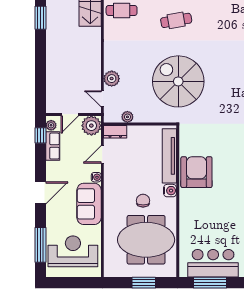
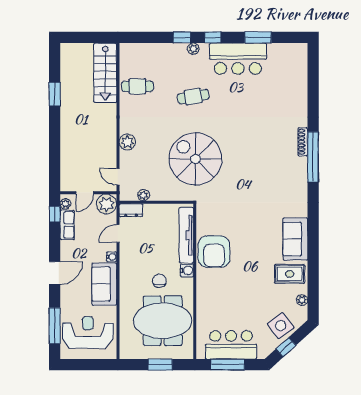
plant: (112, 79) -> (127, 142), moved
armchair: (196, 172) -> (214, 252), turned 180

